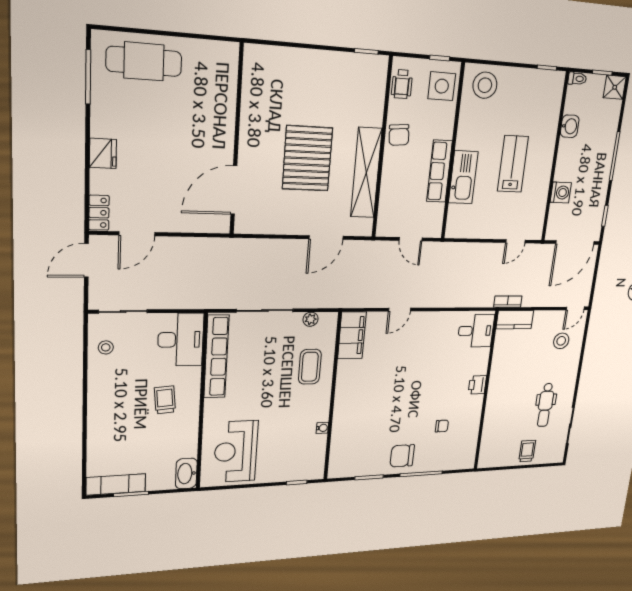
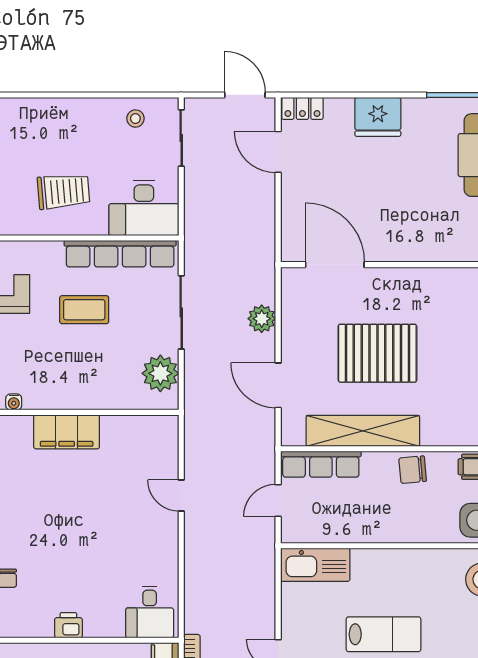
fridge: (103, 153) -> (378, 117), width x1.36, depth x1.34
row of seats: (439, 171) -> (321, 464), moved, turned 180
kitchen sink: (463, 177) -> (315, 565), moved
plant: (274, 249) -> (262, 319), added
plant: (311, 319) -> (160, 373), width x1.88, depth x1.88
filing cabinet: (352, 335) -> (67, 432), moved
coffee table: (310, 367) -> (84, 310), moved
trolley: (165, 400) -> (64, 191), width x1.36, depth x1.39

